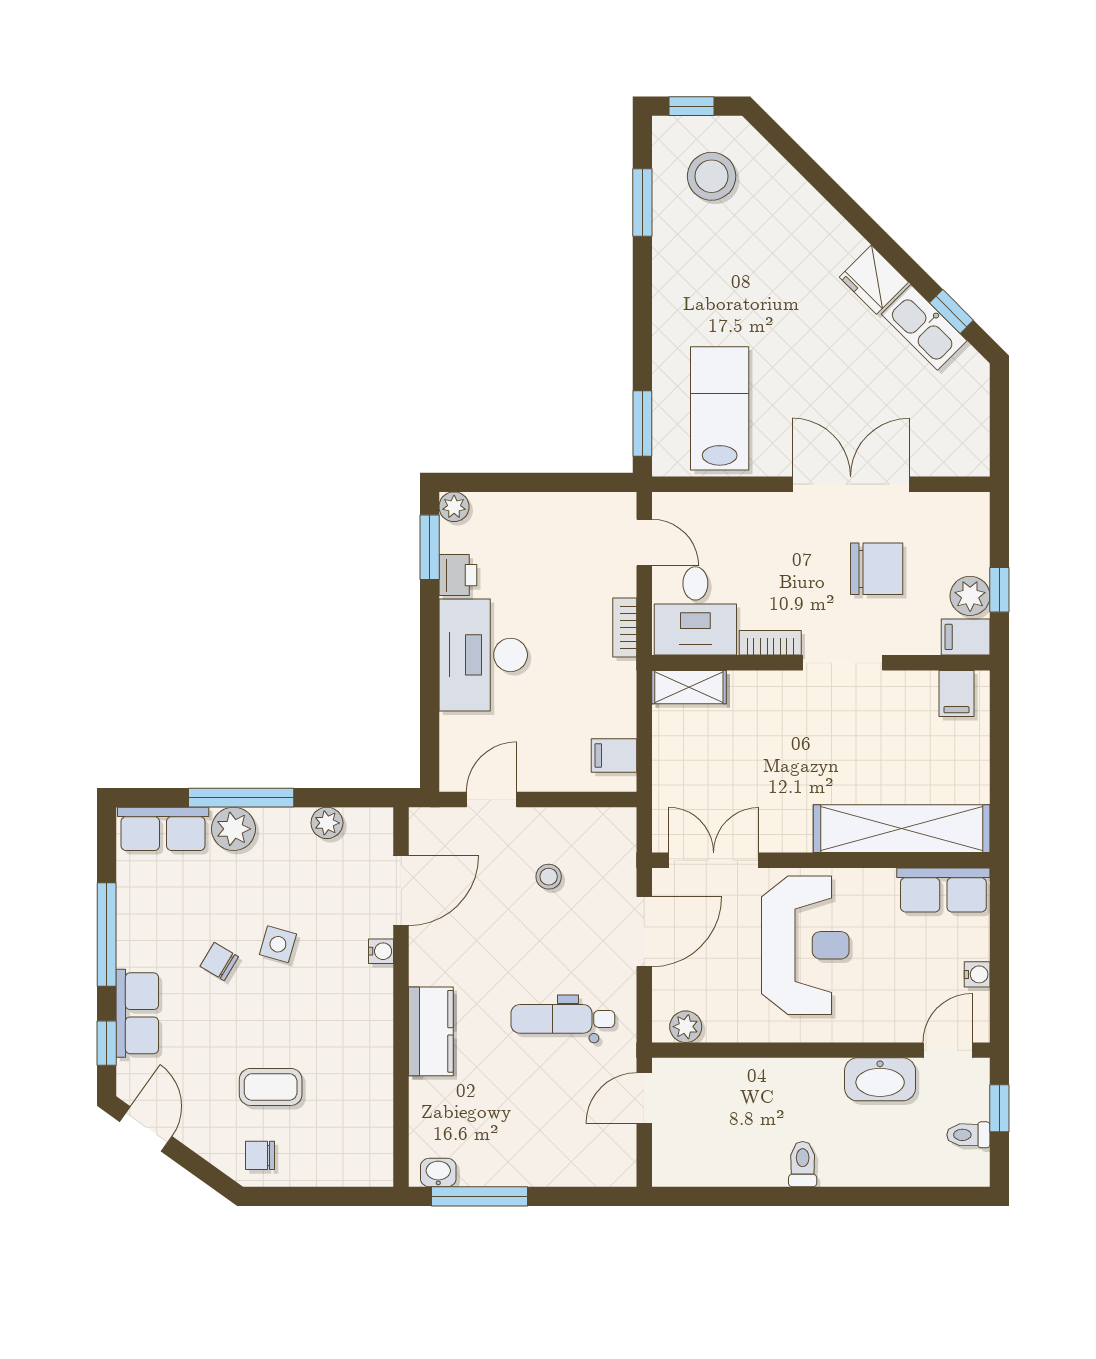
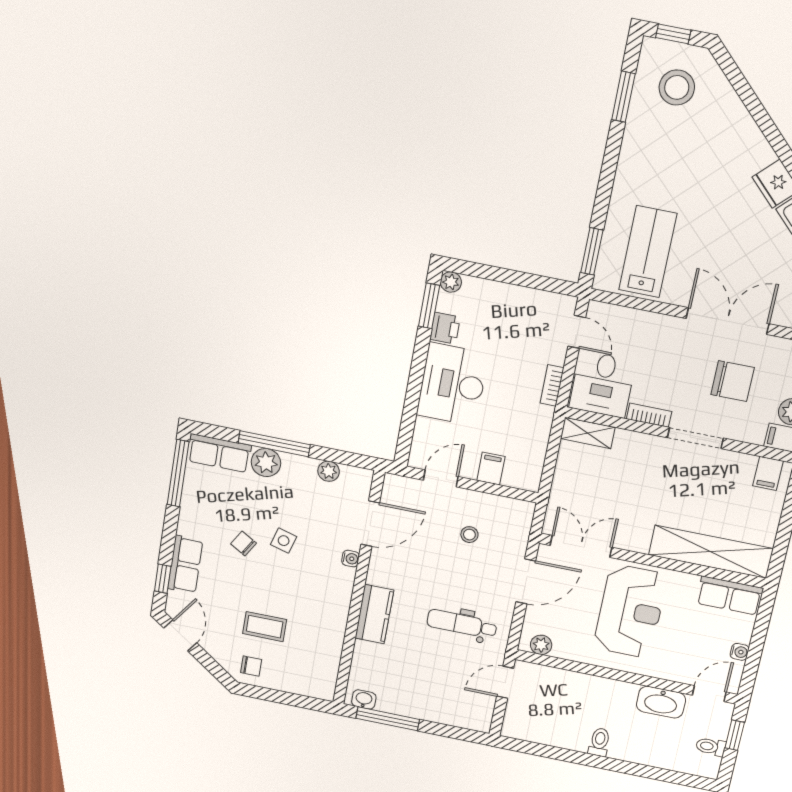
filing cabinet: (614, 755) -> (491, 469), moved, turned 90
window: (107, 935) -> (178, 473), moved
chair: (260, 1155) -> (251, 666), turned 180

